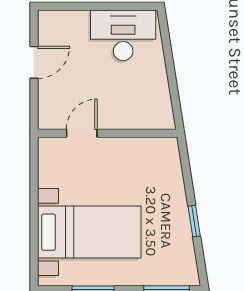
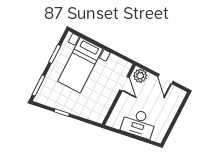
desk: (123, 35) -> (139, 123), moved, turned 81
plant: (52, 112) -> (140, 76), added

